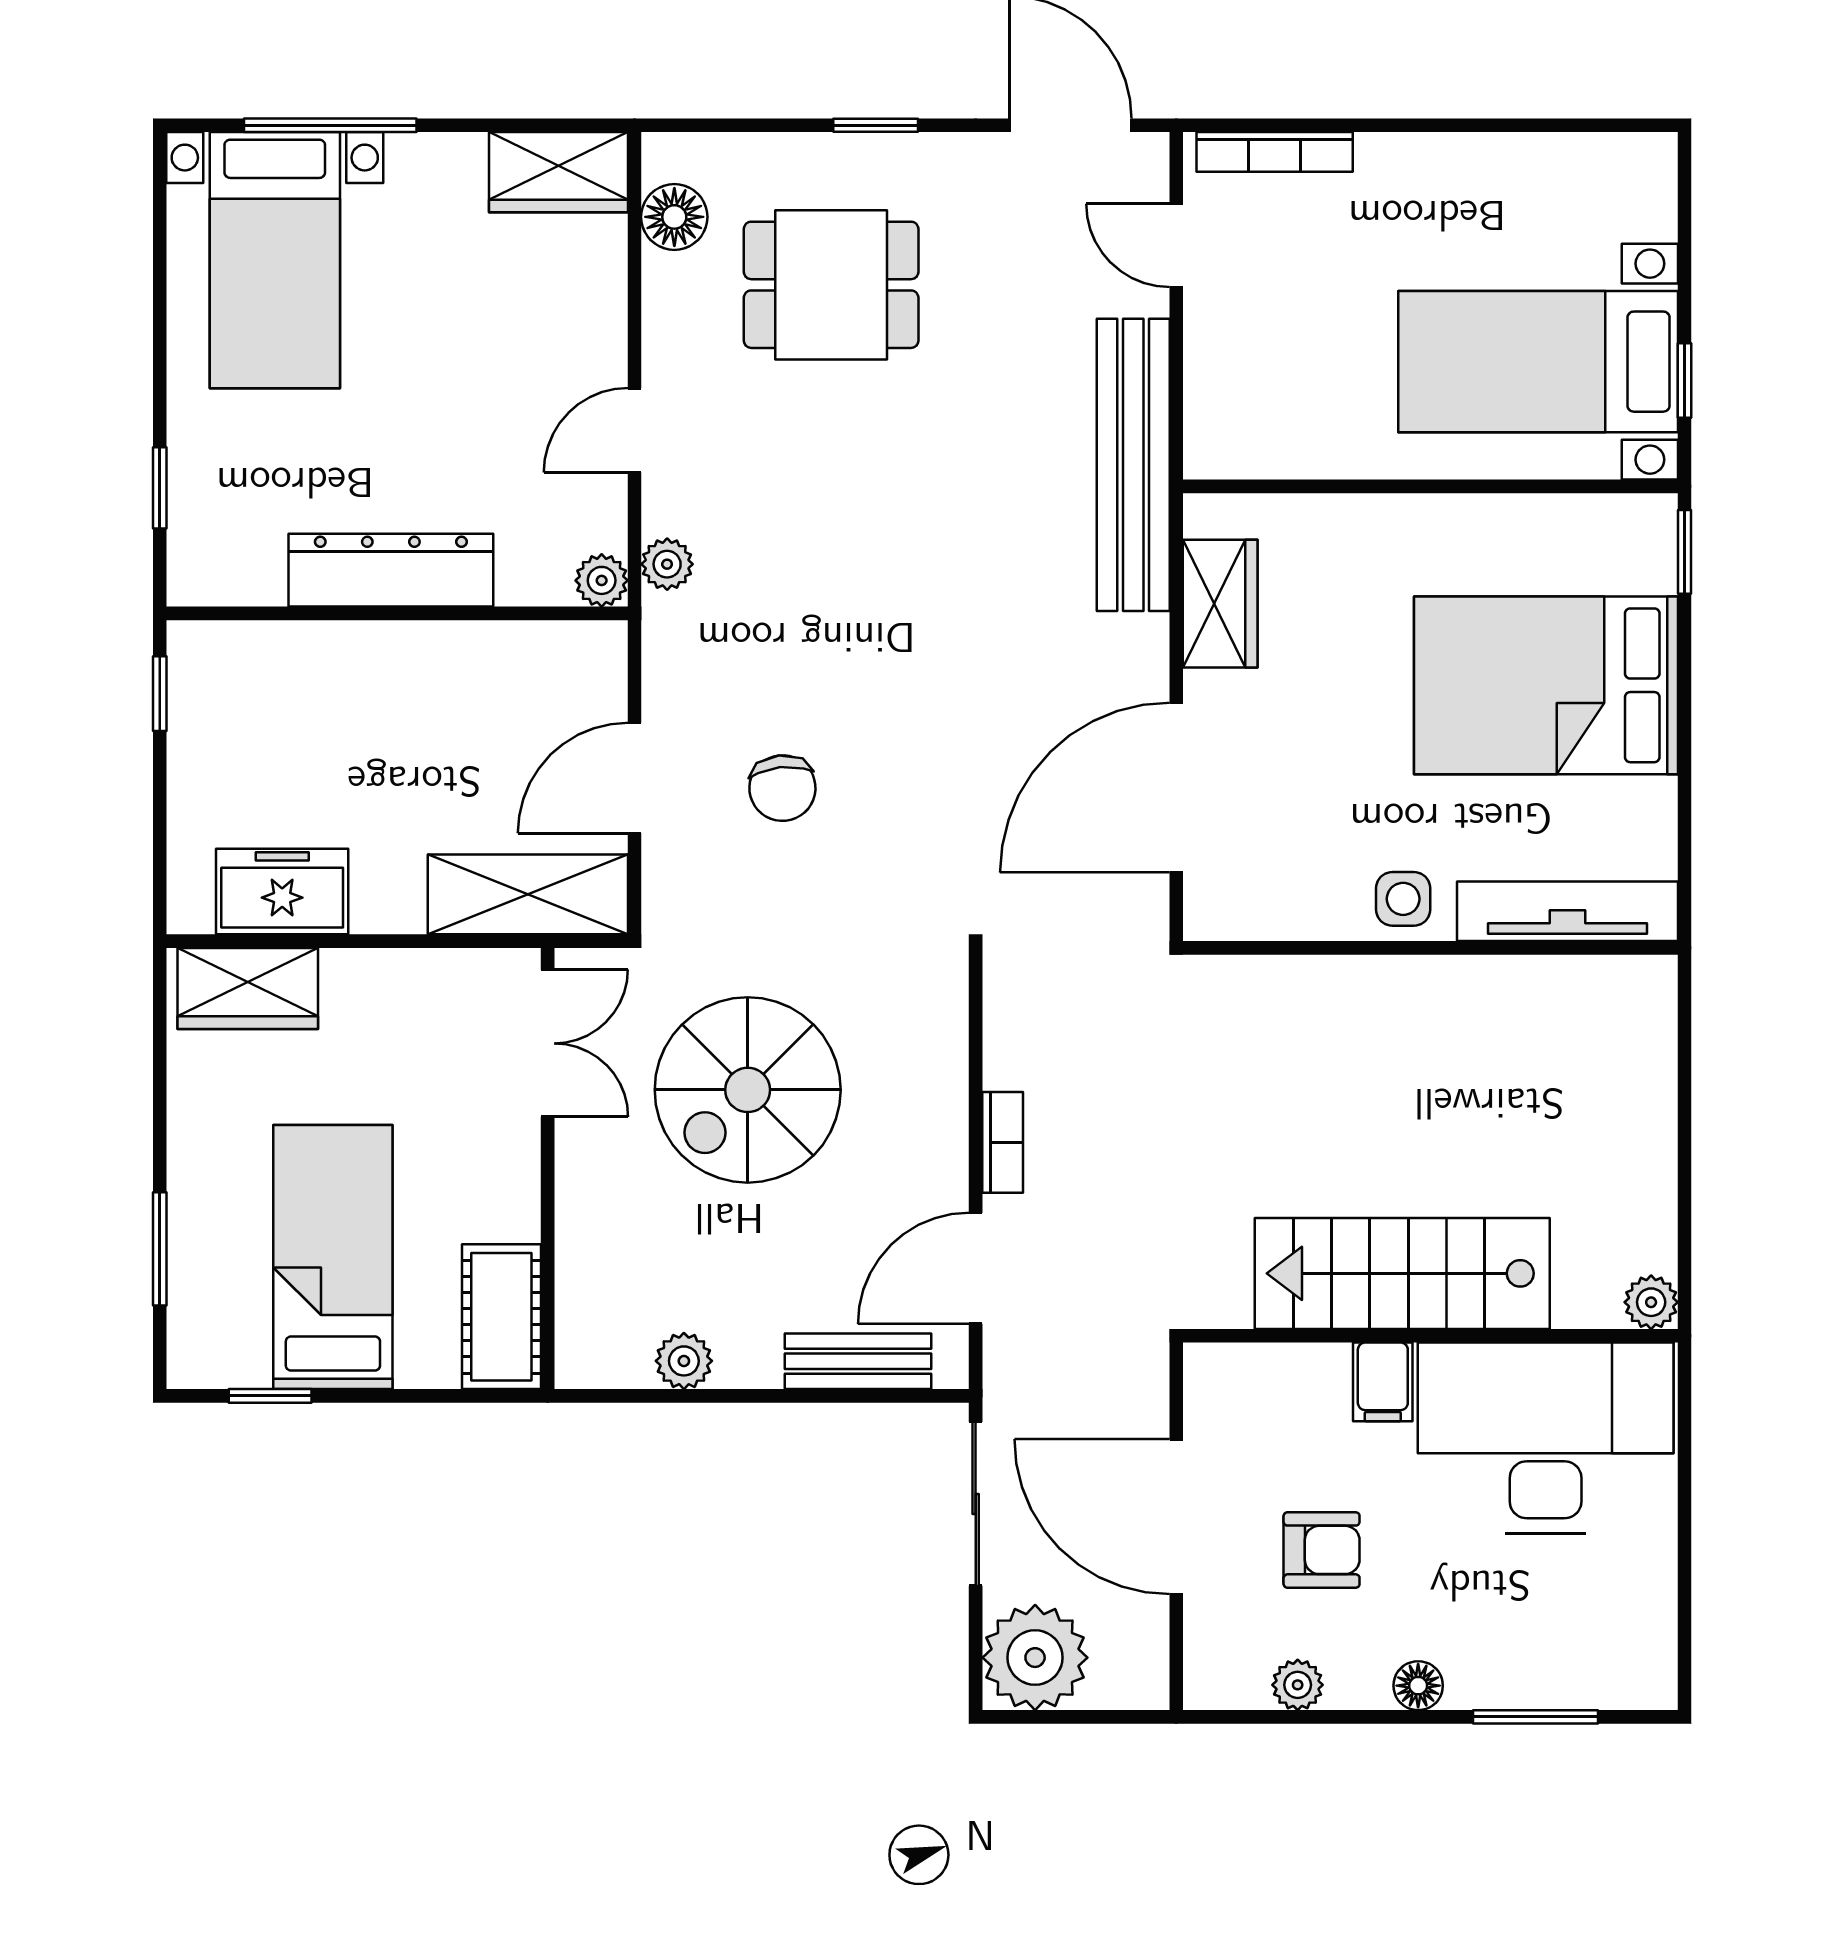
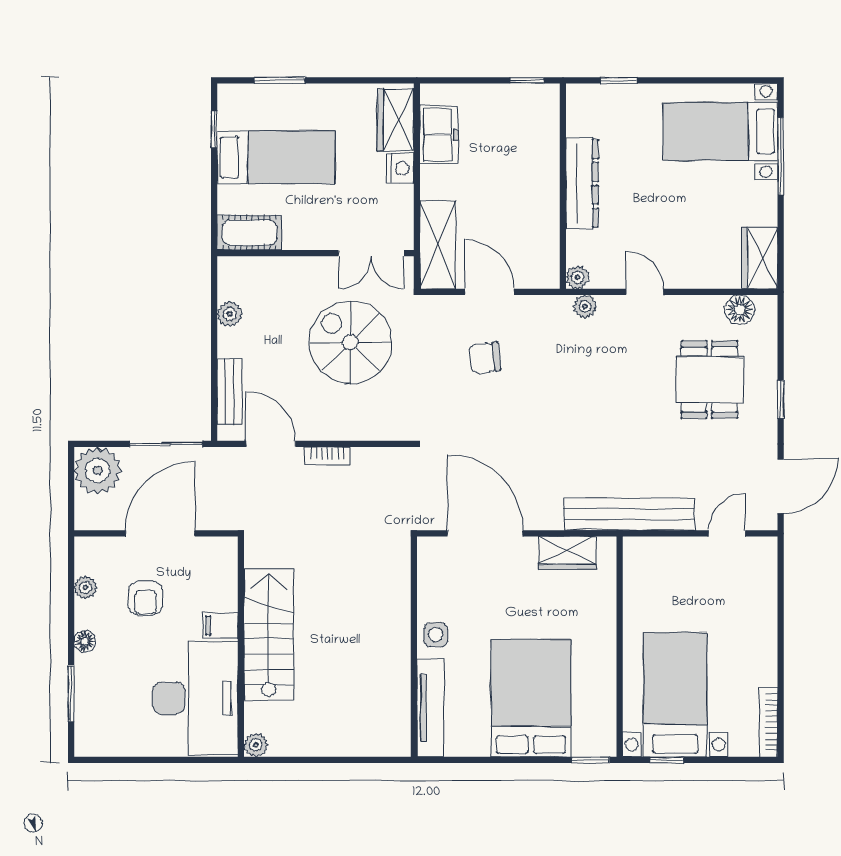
bookcase: (1275, 152) -> (769, 722), moved
nightstand: (357, 979) -> (400, 168), added

